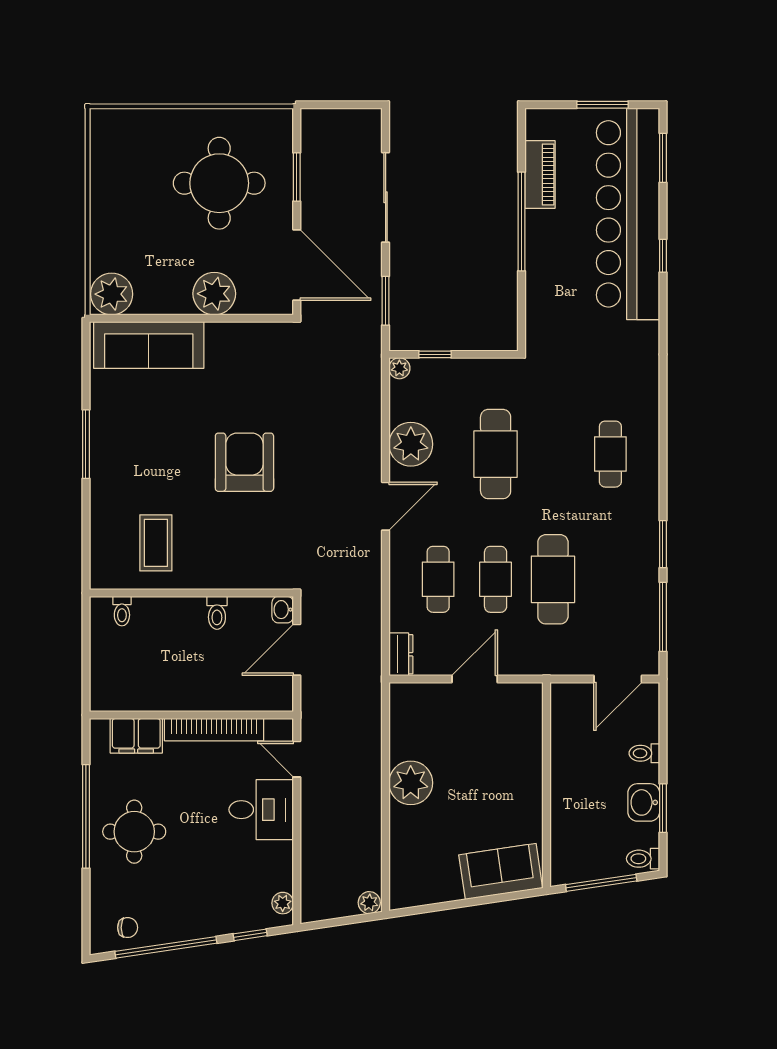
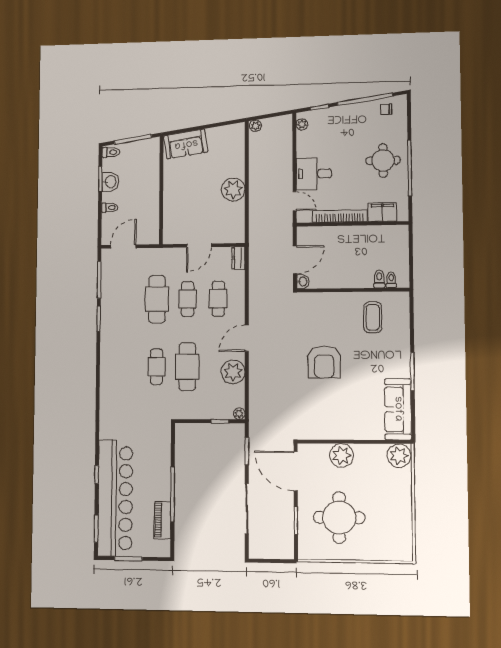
sofa: (149, 345) -> (398, 409), moved, turned -90
cafe table: (610, 454) -> (156, 367), moved
toilet: (217, 613) -> (379, 279), moved

